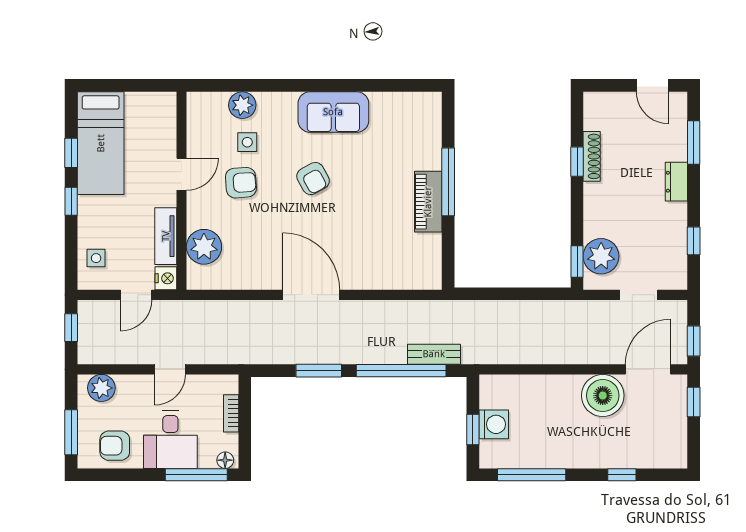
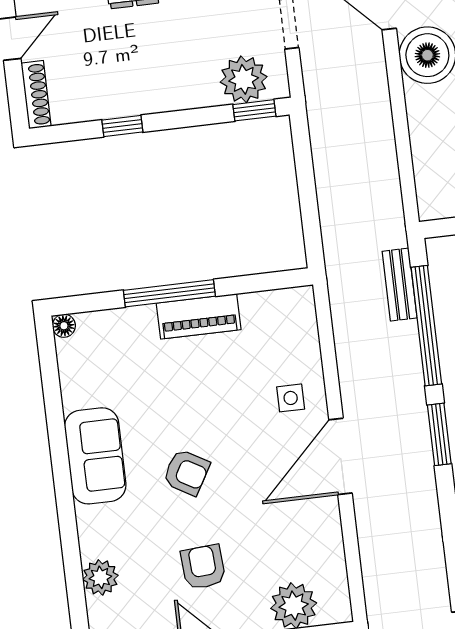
floor lamp: (433, 100) -> (64, 326), added
side table: (247, 142) -> (291, 398), moved
shoe rack: (592, 156) -> (36, 95), moved, turned 90
armchair: (313, 179) -> (186, 472), turned 59

